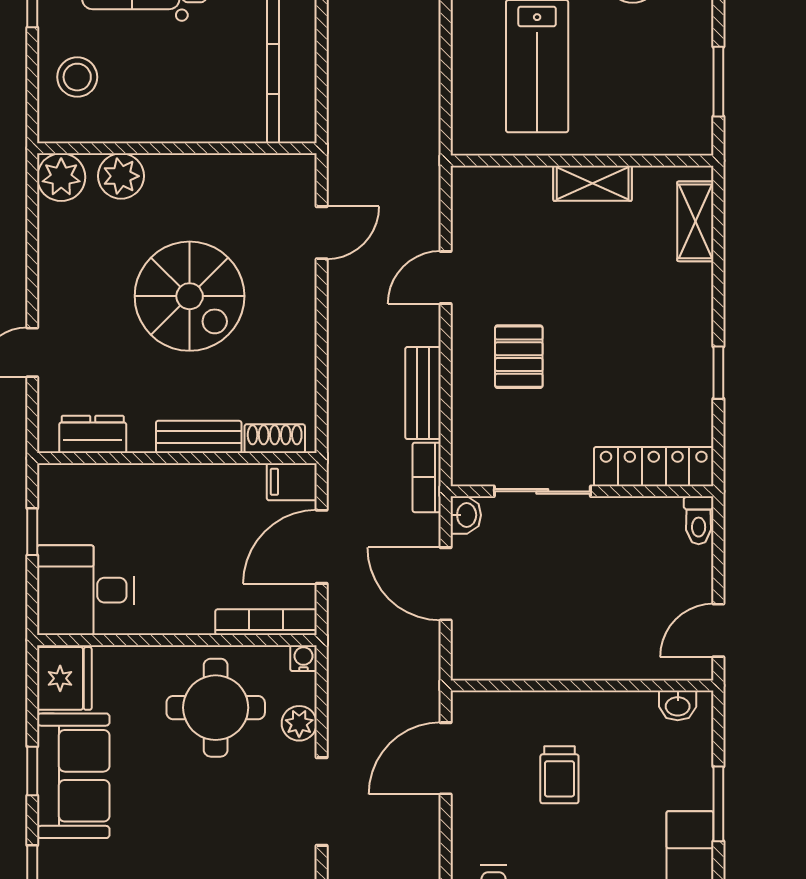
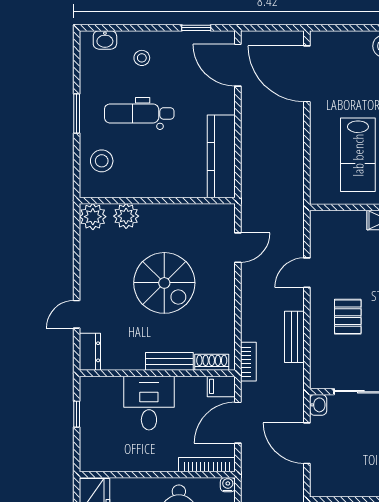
dresser: (93, 434) -> (90, 352), moved, turned 90
bookcase: (427, 477) -> (248, 362), moved, turned 180
desk: (86, 590) -> (149, 403), moved, turned 90

